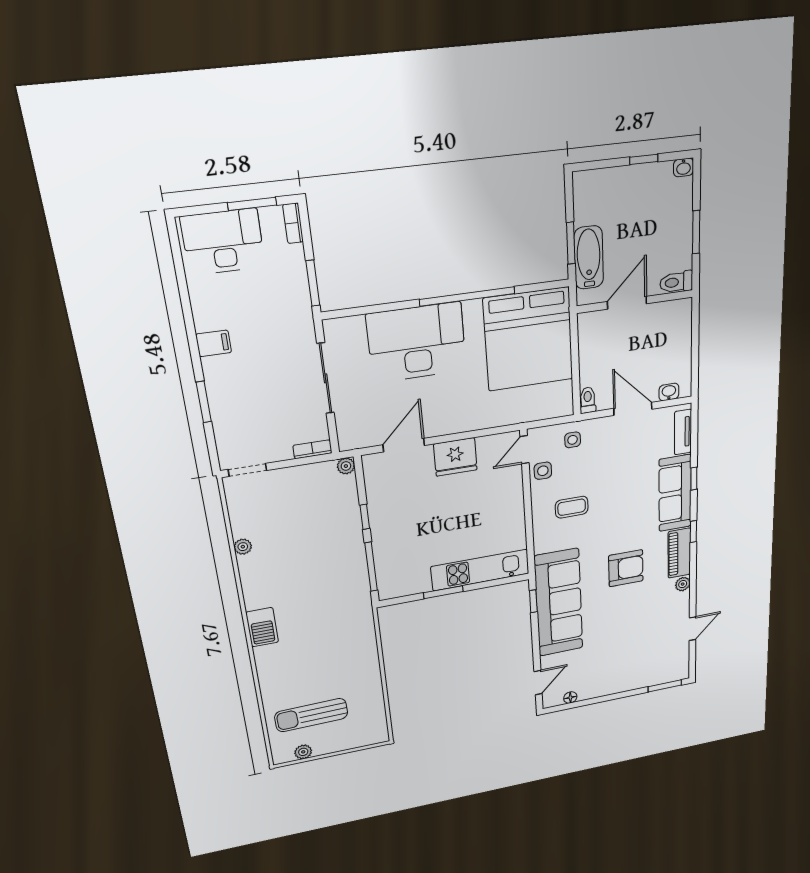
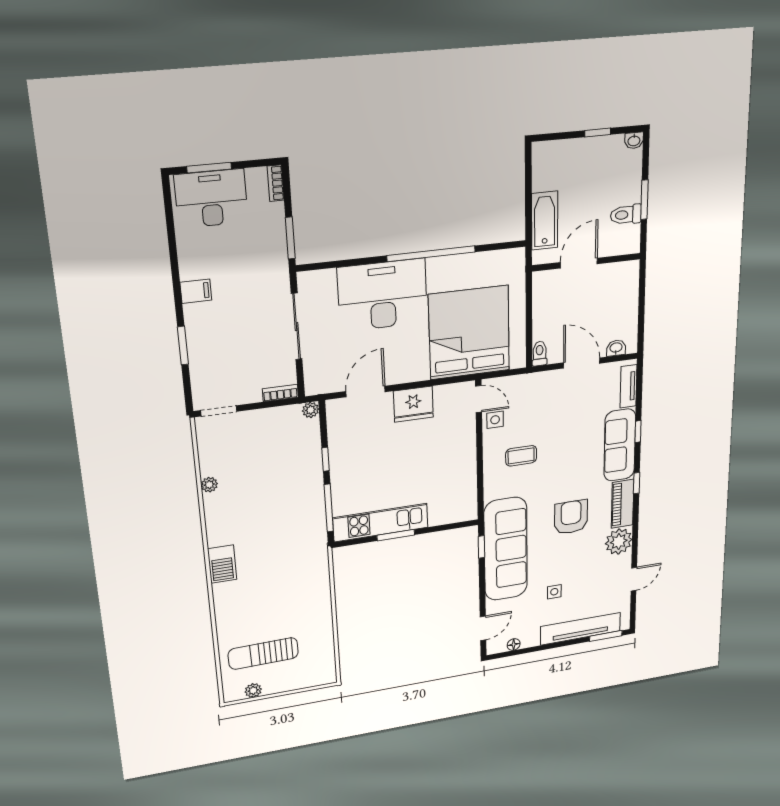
window: (252, 204) -> (209, 168), moved
window: (571, 243) -> (528, 207), removed
toilet: (676, 282) -> (626, 215), moved
bed: (529, 339) -> (469, 333), moved, turned 180
side table: (573, 440) -> (554, 592), moved
door: (524, 450) -> (479, 399), swing flipped
armchair: (626, 568) -> (571, 517), turned -90
kitchen unit: (480, 570) -> (381, 522), moved
plant: (683, 584) -> (619, 542), width x1.88, depth x1.88
tv unit: (639, 680) -> (581, 629), added

